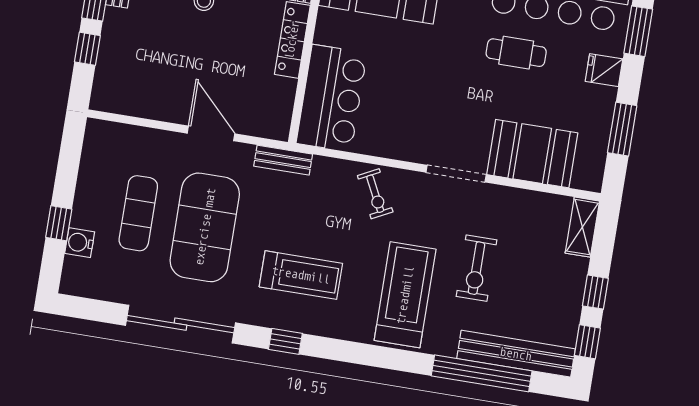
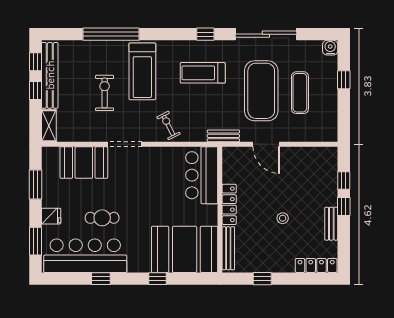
water cooler: (80, 243) -> (330, 48), moved, turned -90
bench: (516, 354) -> (50, 75), moved, turned 90
window: (482, 373) -> (111, 34), moved

